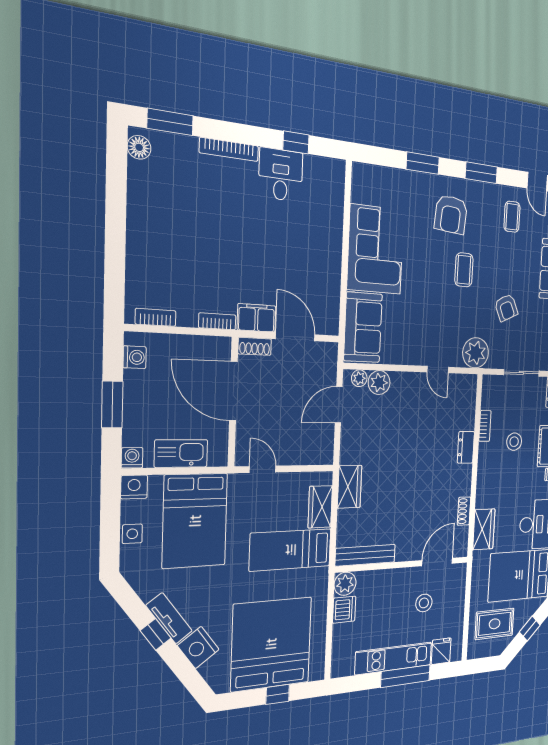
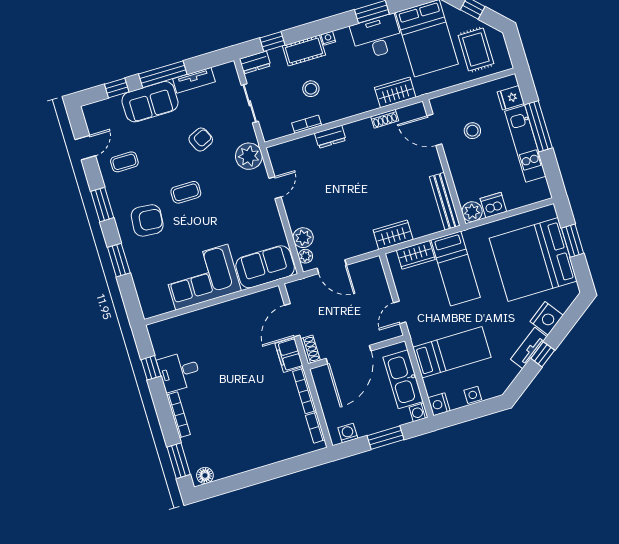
bookcase: (217, 321) -> (304, 391), width x1.56
kitchen sink: (181, 453) -> (403, 379), width x1.36, depth x1.24
bed: (195, 521) -> (452, 352), width x0.67
window: (278, 694) -> (573, 241), width x1.50

